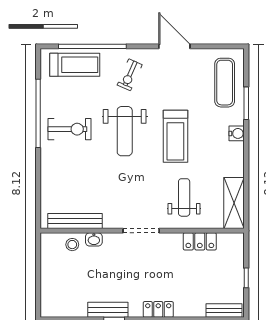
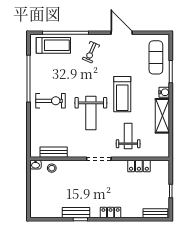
exercise bike: (69, 129) -> (50, 101), moved
weight bench: (125, 131) -> (91, 113), moved
shelving: (234, 203) -> (162, 116), moved
bench: (75, 221) -> (54, 152), width x0.73
washbasin: (94, 239) -> (35, 165), moved

